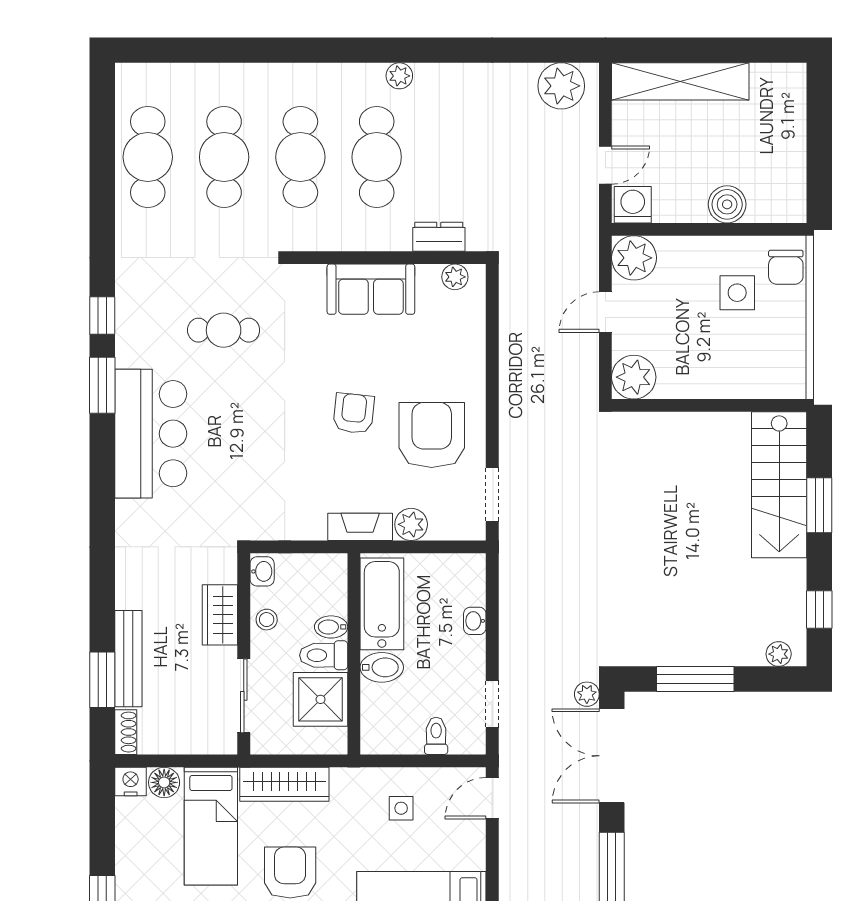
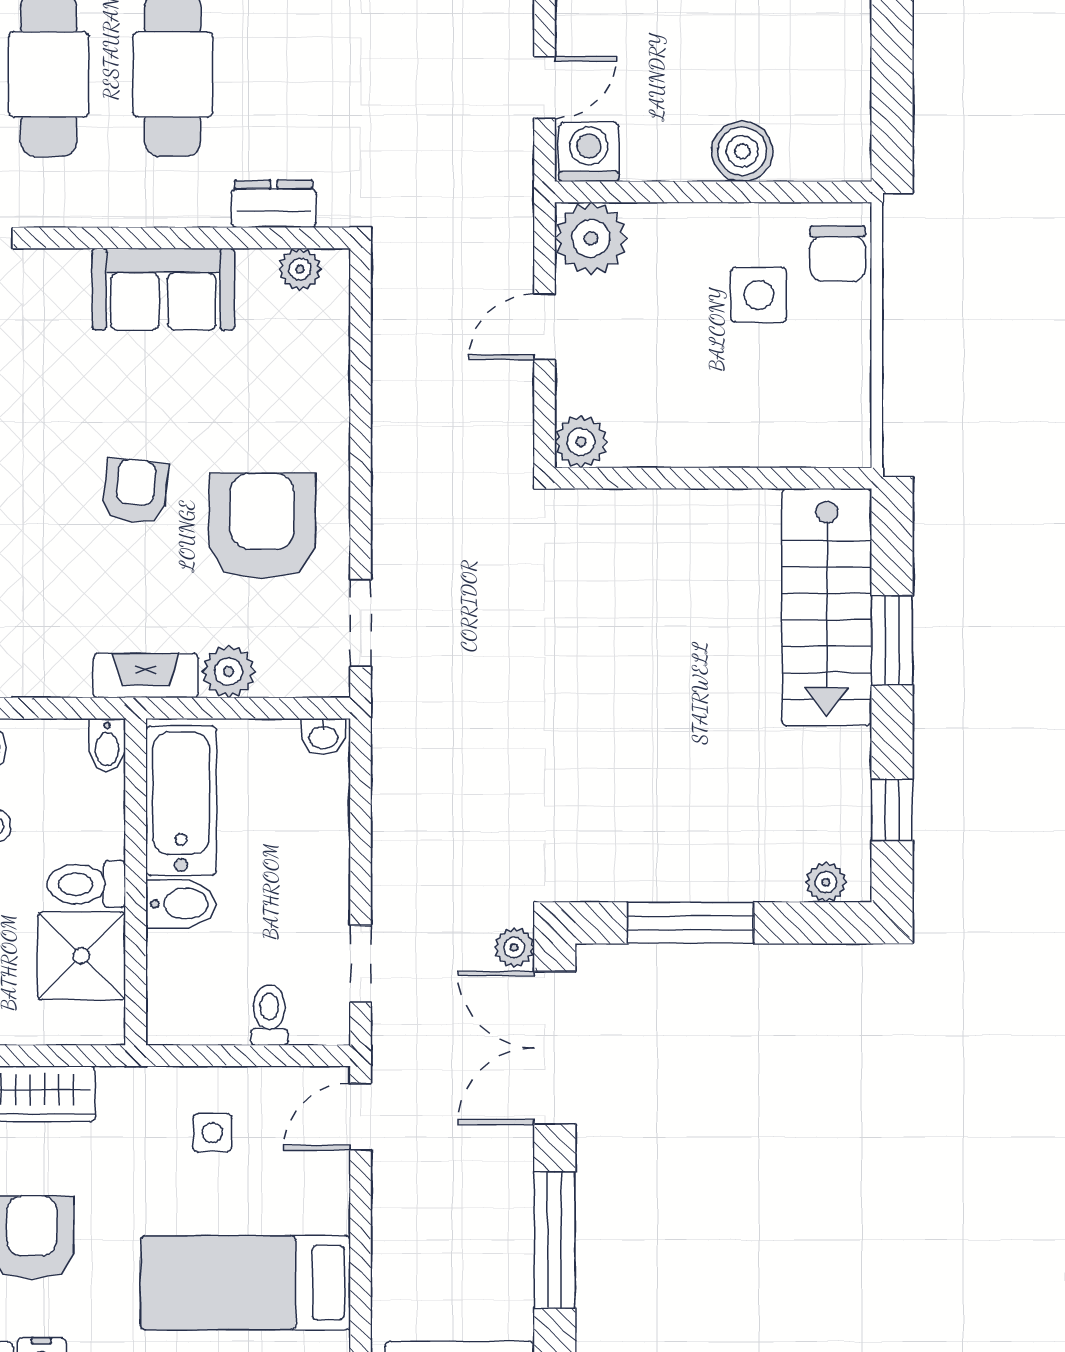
plant: (634, 377) -> (581, 442), width x0.73, depth x0.73
washbasin: (475, 621) -> (323, 736), moved, turned -90
bidet: (331, 627) -> (107, 745), moved, turned -90

